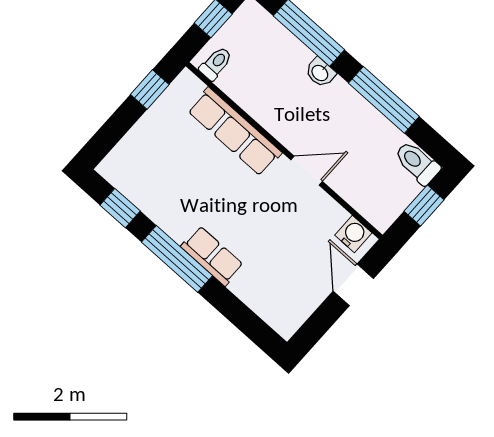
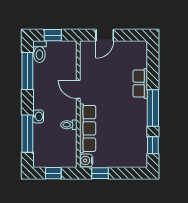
toilet: (216, 63) -> (69, 125), moved
window: (384, 100) -> (27, 71), moved
water cooler: (353, 234) -> (86, 160), moved
row of seats: (212, 256) -> (140, 83), moved

